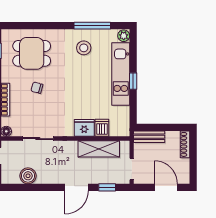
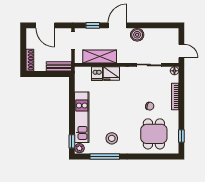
dining table: (32, 53) -> (154, 134), turned 90
window: (133, 81) -> (72, 141), moved
boiler: (28, 176) -> (137, 35), moved

